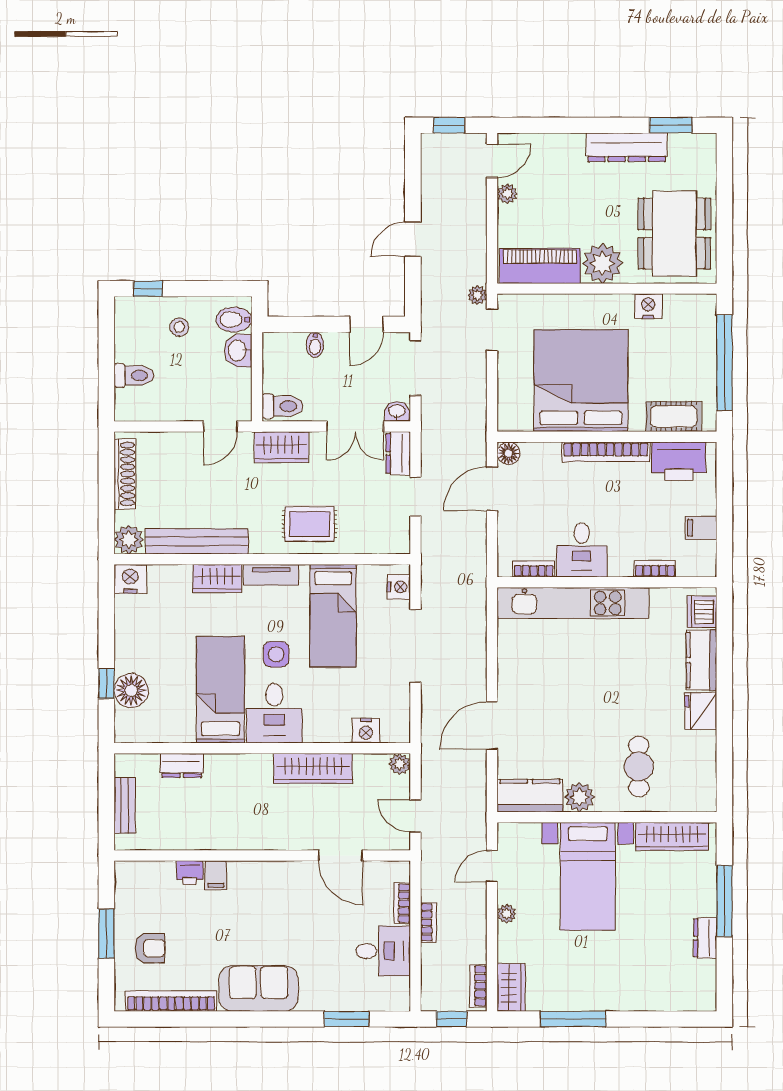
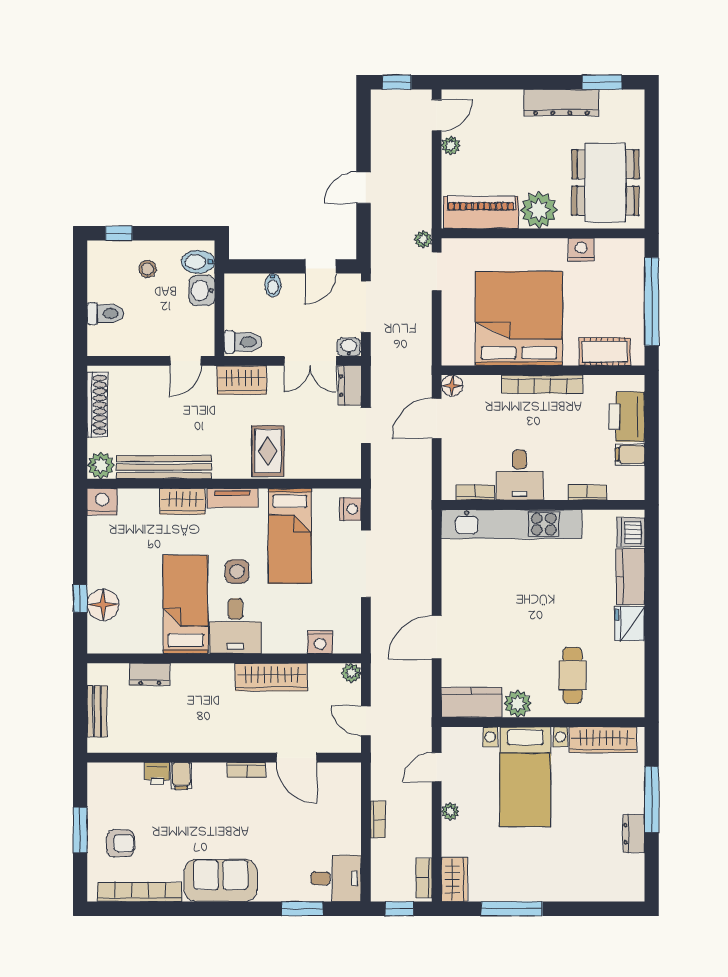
printer: (679, 461) -> (627, 417), moved, turned 90
rug: (309, 524) -> (268, 451), turned 90
bookcase: (402, 903) -> (247, 770), moved, turned -90
desk: (383, 951) -> (336, 878), moved

